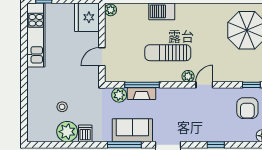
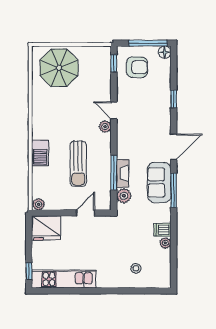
sun lounger: (168, 53) -> (78, 164), moved
door: (102, 57) -> (86, 213), swing flipped
stool: (62, 107) -> (136, 268), moved
plant: (67, 132) -> (165, 243), width x0.53, depth x0.53

